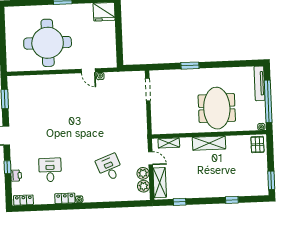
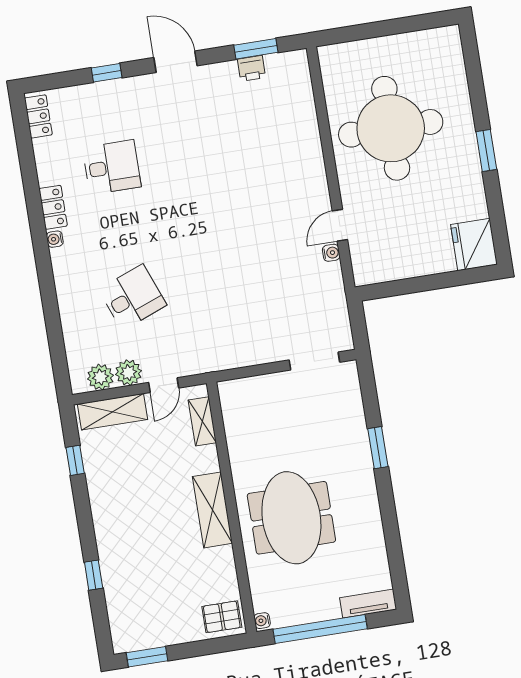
tv unit: (260, 83) -> (368, 604), width x0.71
meeting table: (217, 108) -> (291, 518), turned 90
printer: (16, 176) -> (251, 68), moved

